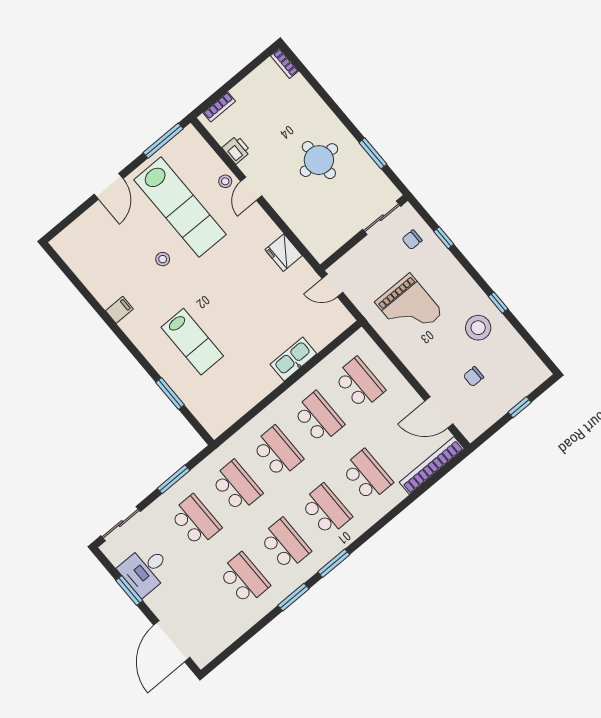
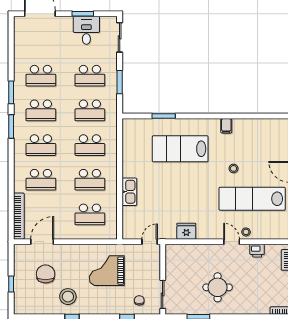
lab bench: (192, 342) -> (180, 149), width x1.36, depth x1.39
chair: (474, 377) -> (46, 274), width x1.87, depth x1.87

